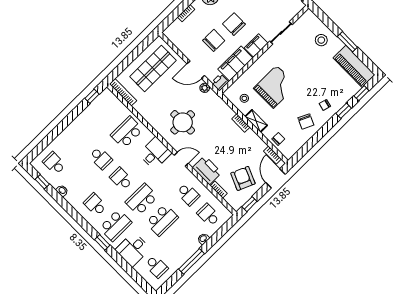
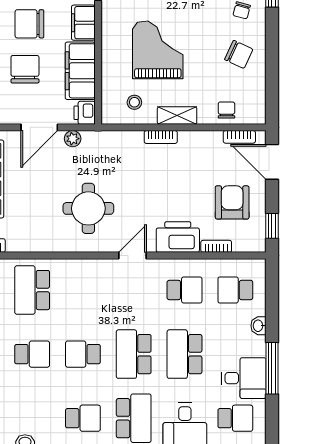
desk: (155, 153) -> (244, 378), moved, turned 90
armchair: (243, 178) -> (232, 202), turned 67
school desk: (95, 205) -> (83, 418), turned 180
school desk: (162, 220) -> (185, 354), turned 180

